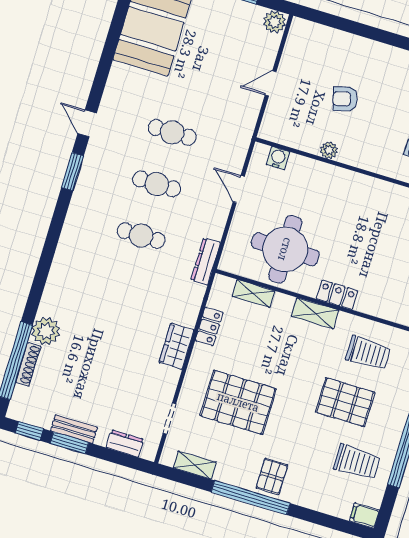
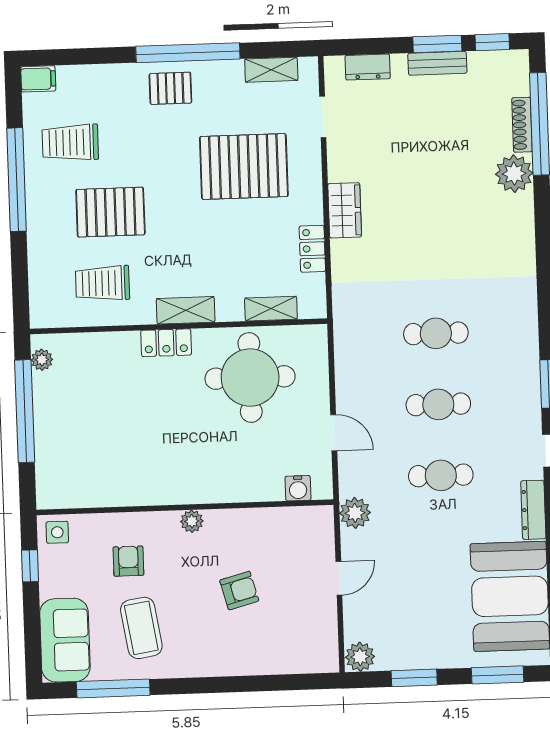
plant: (243, 126) -> (355, 513), added
plant: (329, 150) -> (192, 521), moved
dresser: (206, 261) -> (533, 510), moved, turned 180
pallet: (272, 476) -> (170, 88), turned 90

